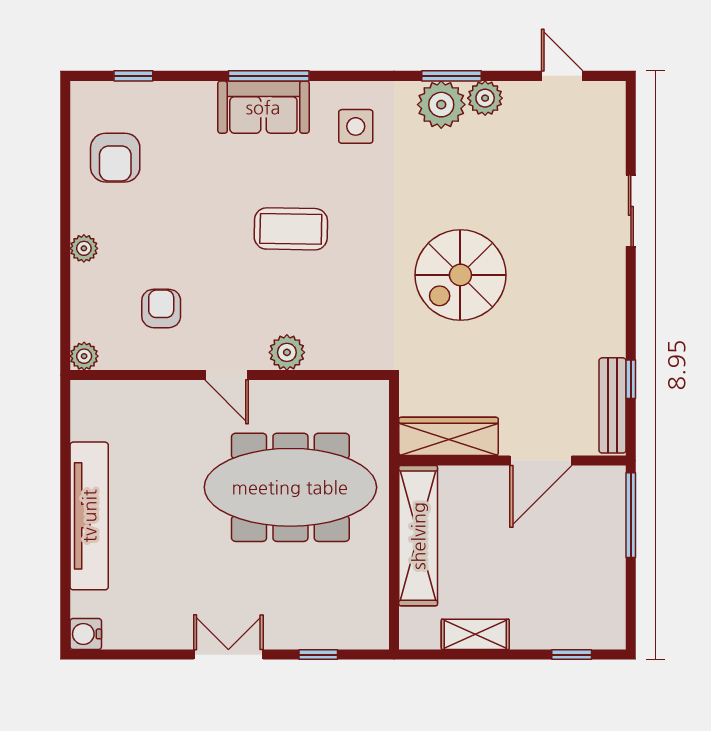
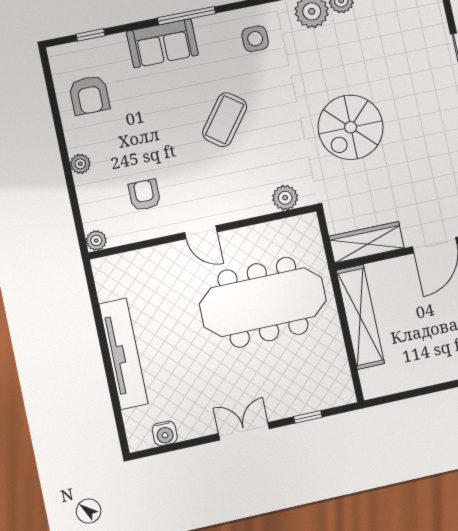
sofa: (263, 107) -> (162, 43), moved
coffee table: (291, 229) -> (225, 120), turned -54
plant: (287, 352) -> (285, 198), moved
water cooler: (86, 634) -> (165, 433), moved, turned -90
shelving: (475, 634) -> (415, 378), removed

